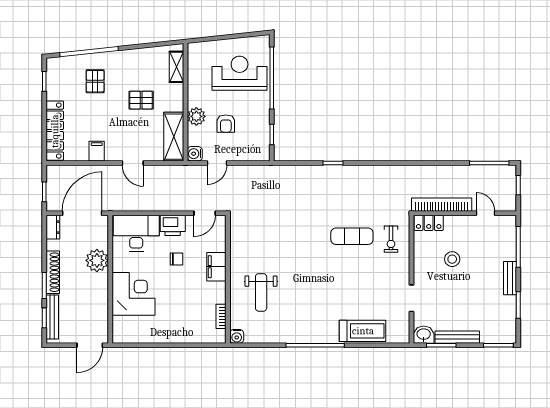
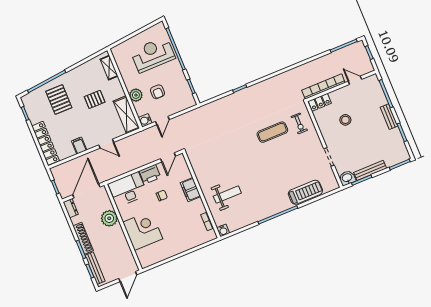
pallet: (95, 81) -> (59, 99), width x1.50, depth x1.42
weight bench: (261, 292) -> (227, 195), turned -90

